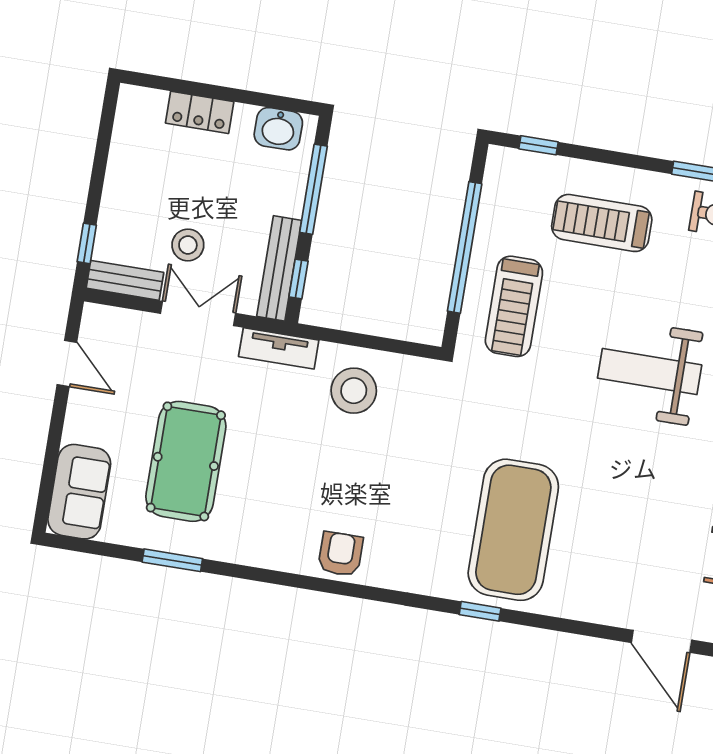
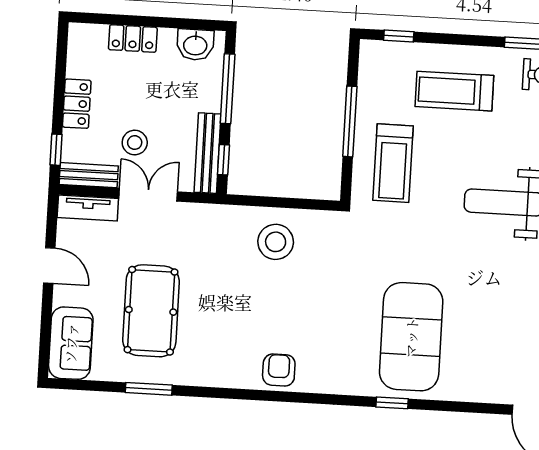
locker: (119, 188) -> (77, 104), added
window: (465, 247) -> (350, 121), width x0.68
tv unit: (279, 348) -> (88, 208), moved
door: (67, 363) -> (49, 266), moved

